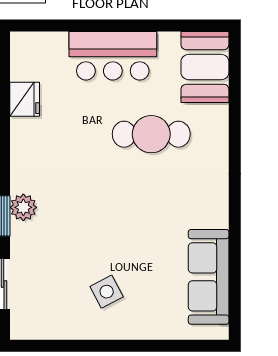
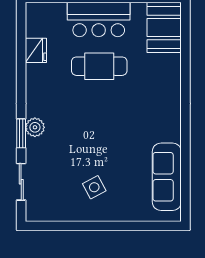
cafe table: (151, 134) -> (99, 66), moved

